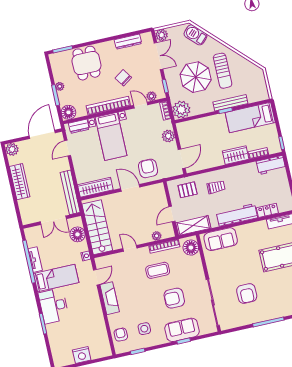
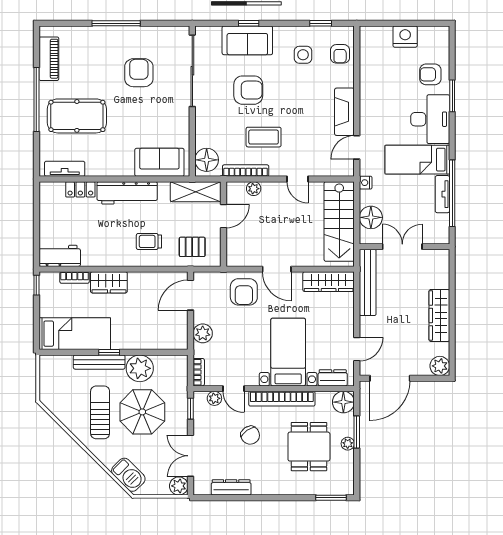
dining table: (86, 63) -> (309, 447), moved
plant: (181, 110) -> (140, 368), moved
armchair: (60, 334) -> (430, 74), added

